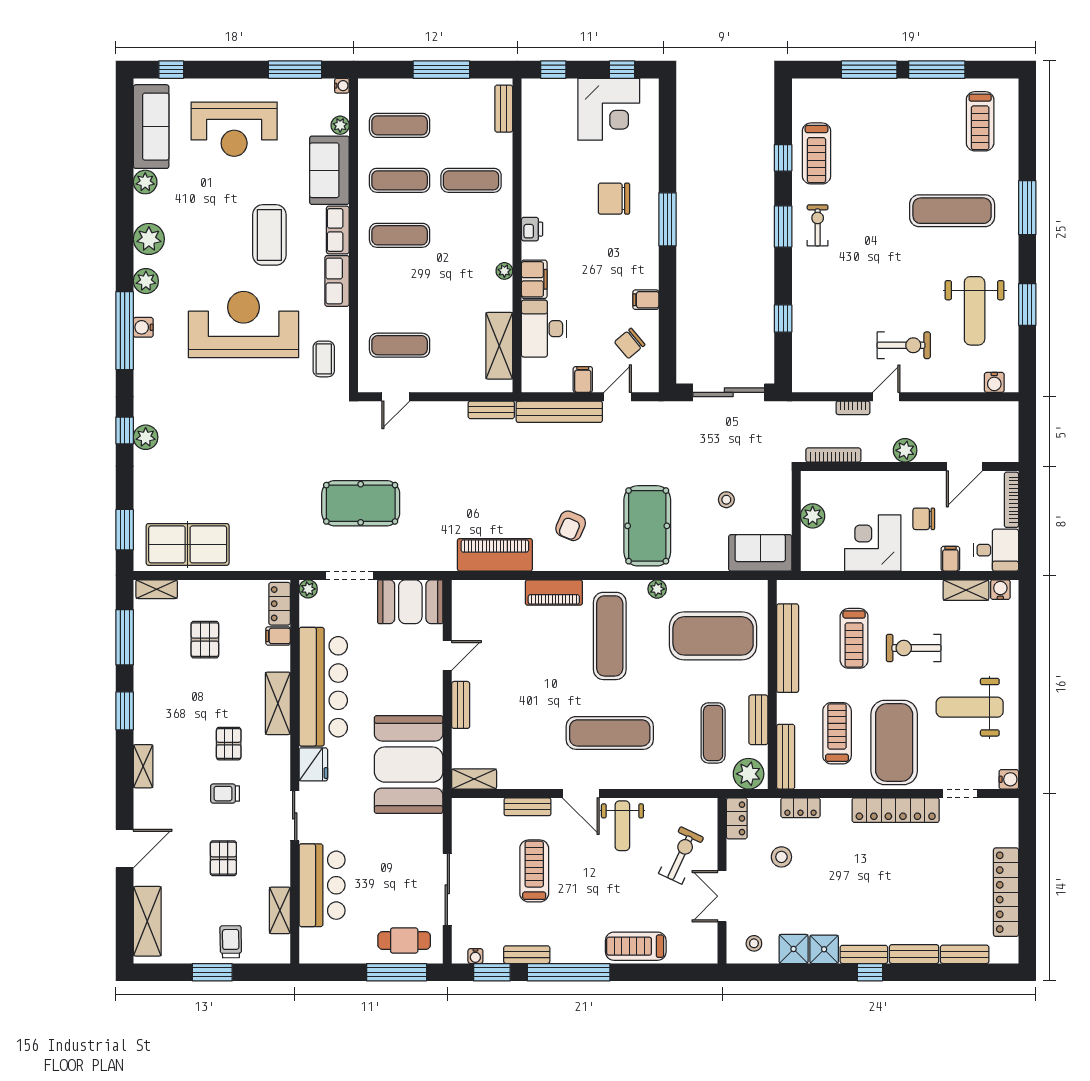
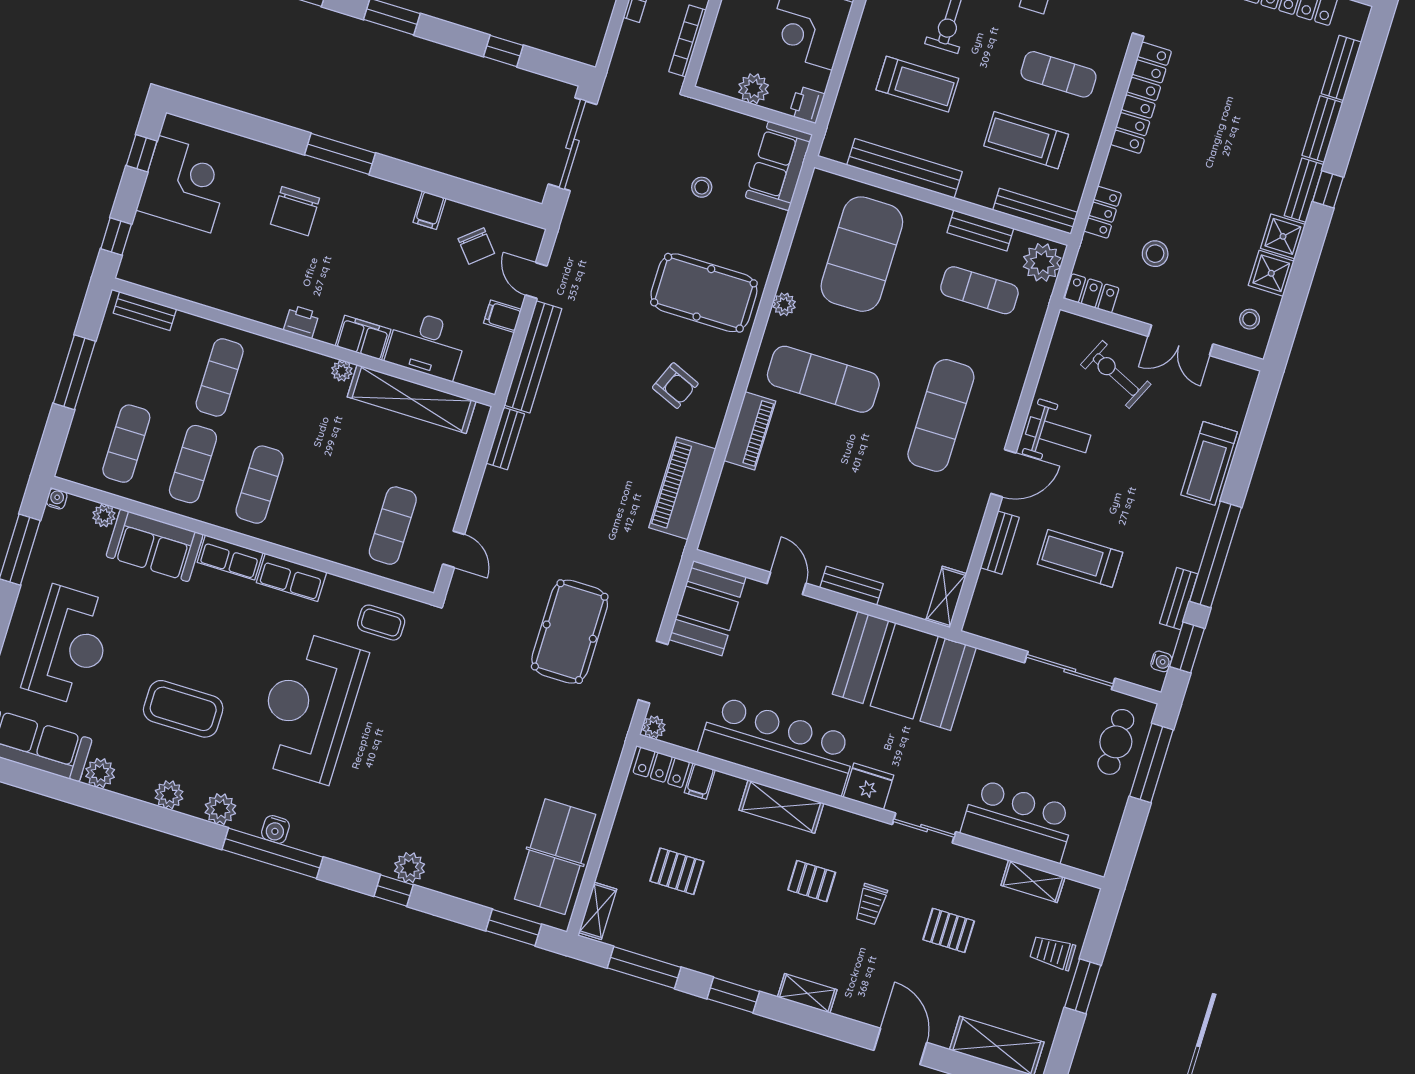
coffee table: (269, 235) -> (183, 709), moved
plant: (149, 239) -> (169, 795), width x0.73, depth x0.73
shelving: (499, 346) -> (412, 399), width x1.47
printer: (813, 560) -> (807, 105), added
exercise mat: (894, 742) -> (1059, 74), width x0.50, depth x0.69

